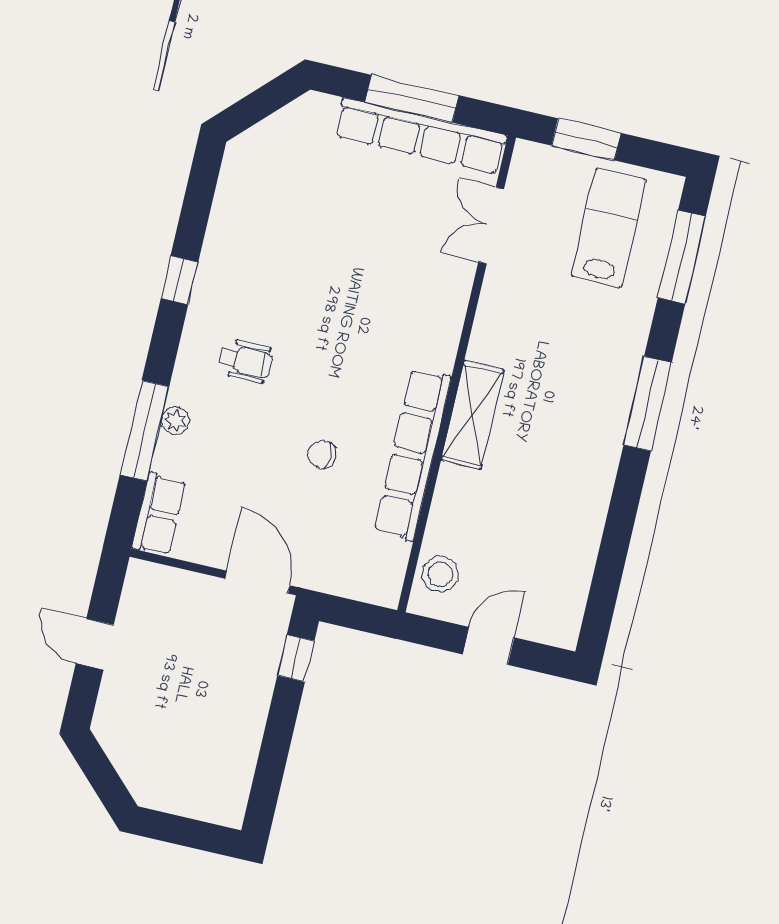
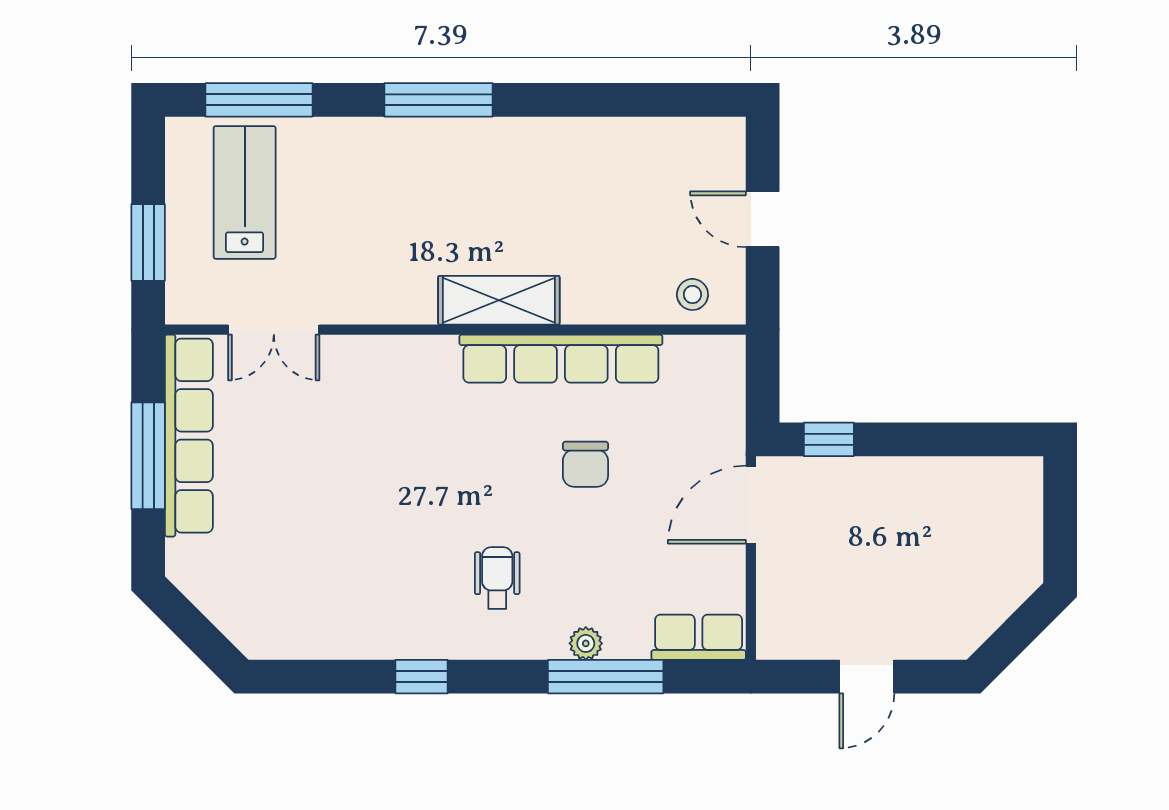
lab bench: (609, 228) -> (245, 192), turned 90
chair: (322, 455) -> (585, 464), width x1.37, depth x1.37
stool: (440, 574) -> (692, 294), width x0.73, depth x0.73

